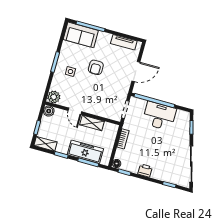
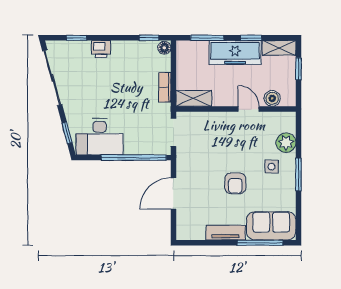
tv unit: (124, 42) -> (226, 233), moved
armchair: (96, 67) -> (235, 183), turned 180
plant: (54, 97) -> (286, 143), moved
boiler: (49, 111) -> (272, 98), moved
desk: (159, 116) -> (100, 137), moved
shelving: (92, 123) -> (194, 98), moved
freezer: (85, 152) -> (235, 53), moved
printer: (145, 170) -> (101, 49), moved

